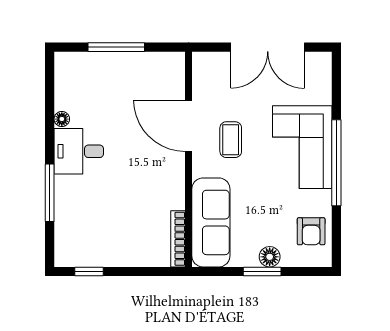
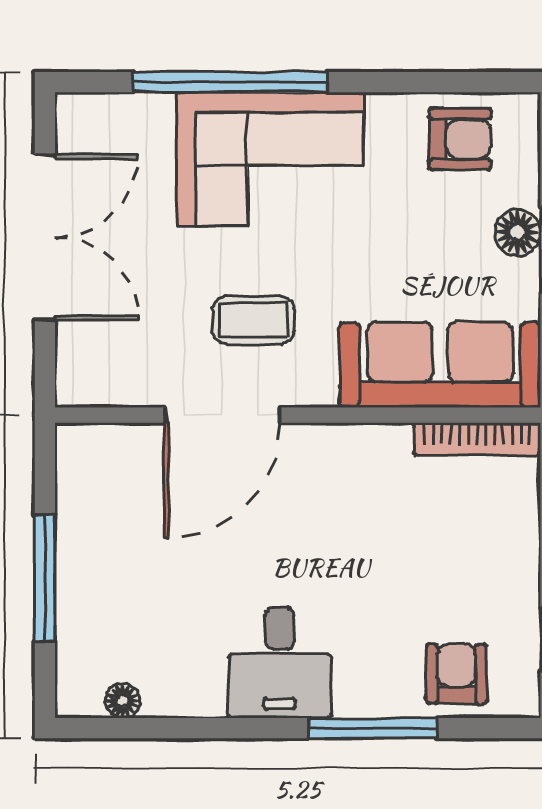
floor lamp: (62, 119) -> (123, 701), moved
window: (336, 163) -> (230, 82), moved
armchair: (74, 230) -> (456, 674), added

